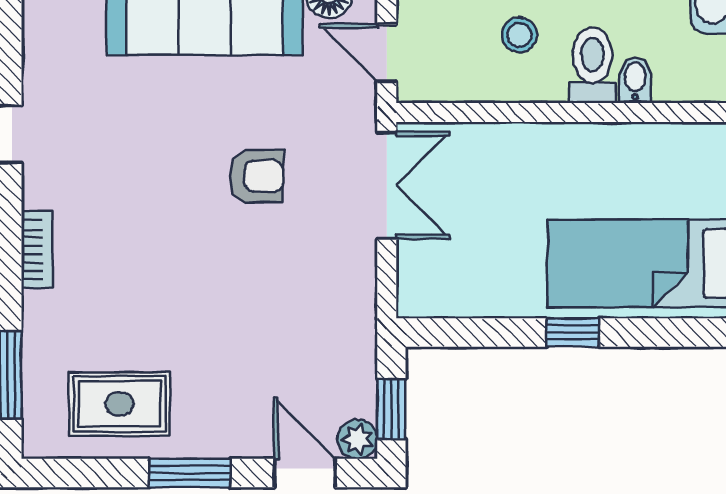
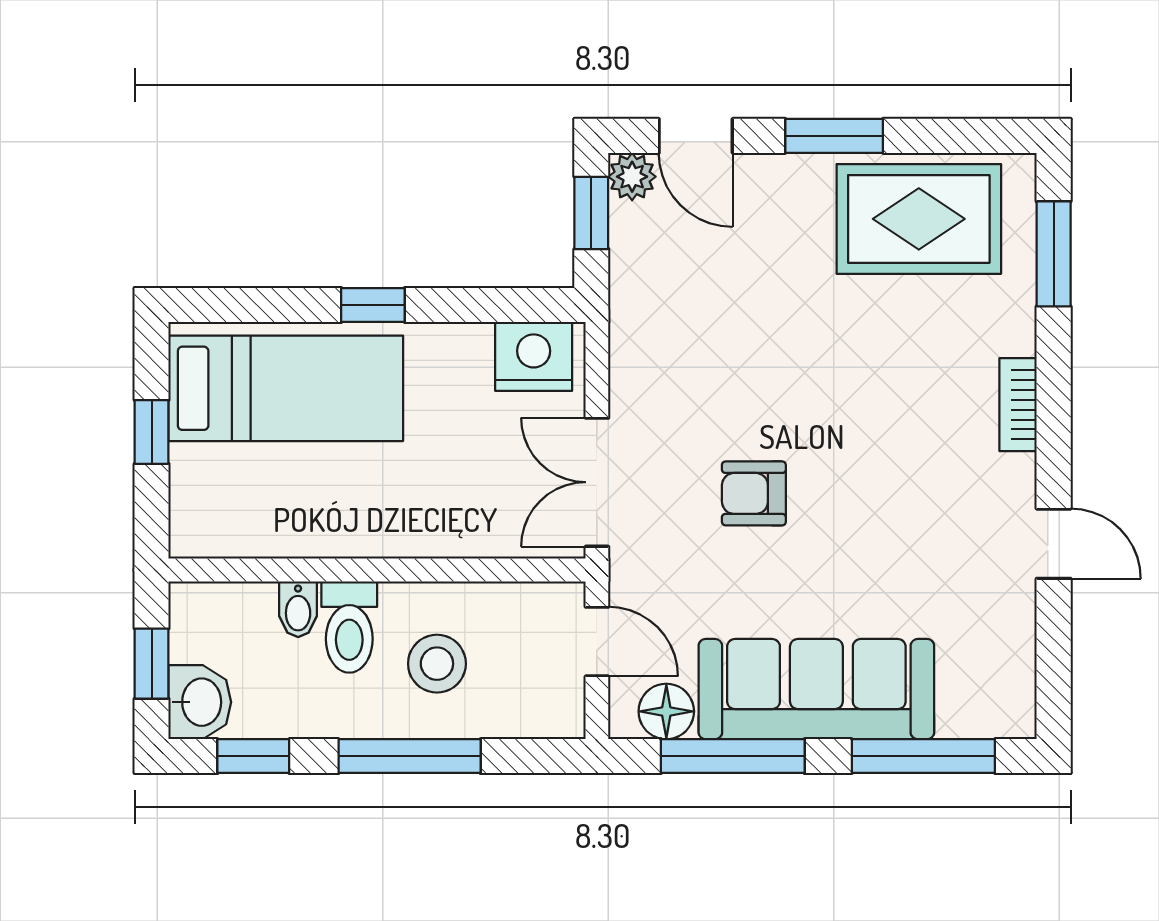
stool: (520, 35) -> (437, 664), width x1.37, depth x1.37
nightstand: (439, 290) -> (534, 356), added
rug: (119, 404) -> (919, 219), width x1.36, depth x1.43

